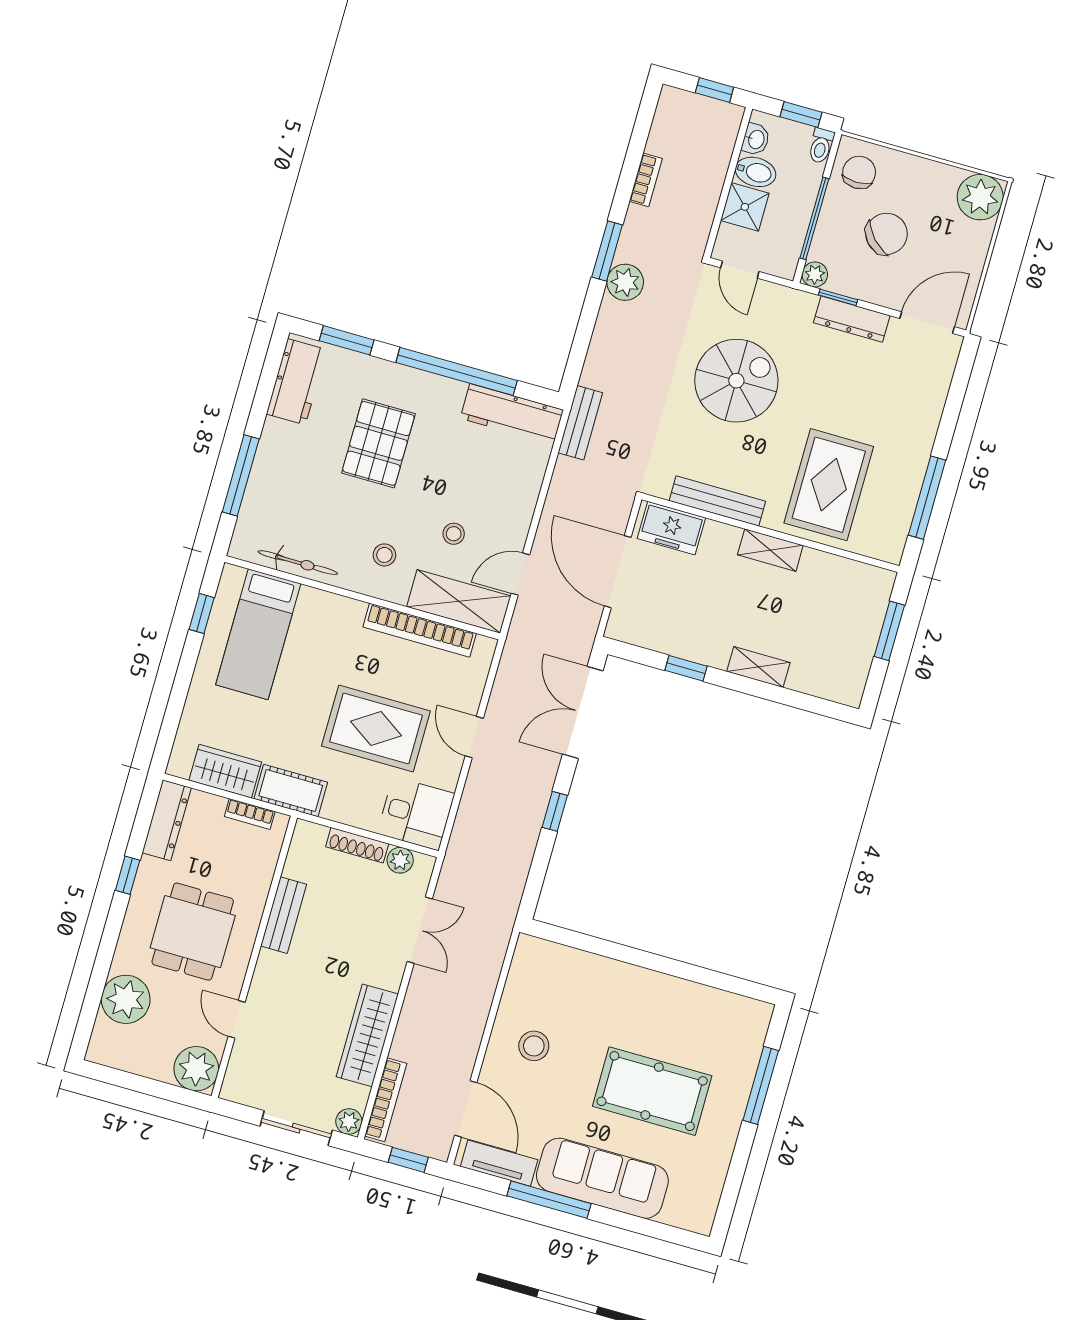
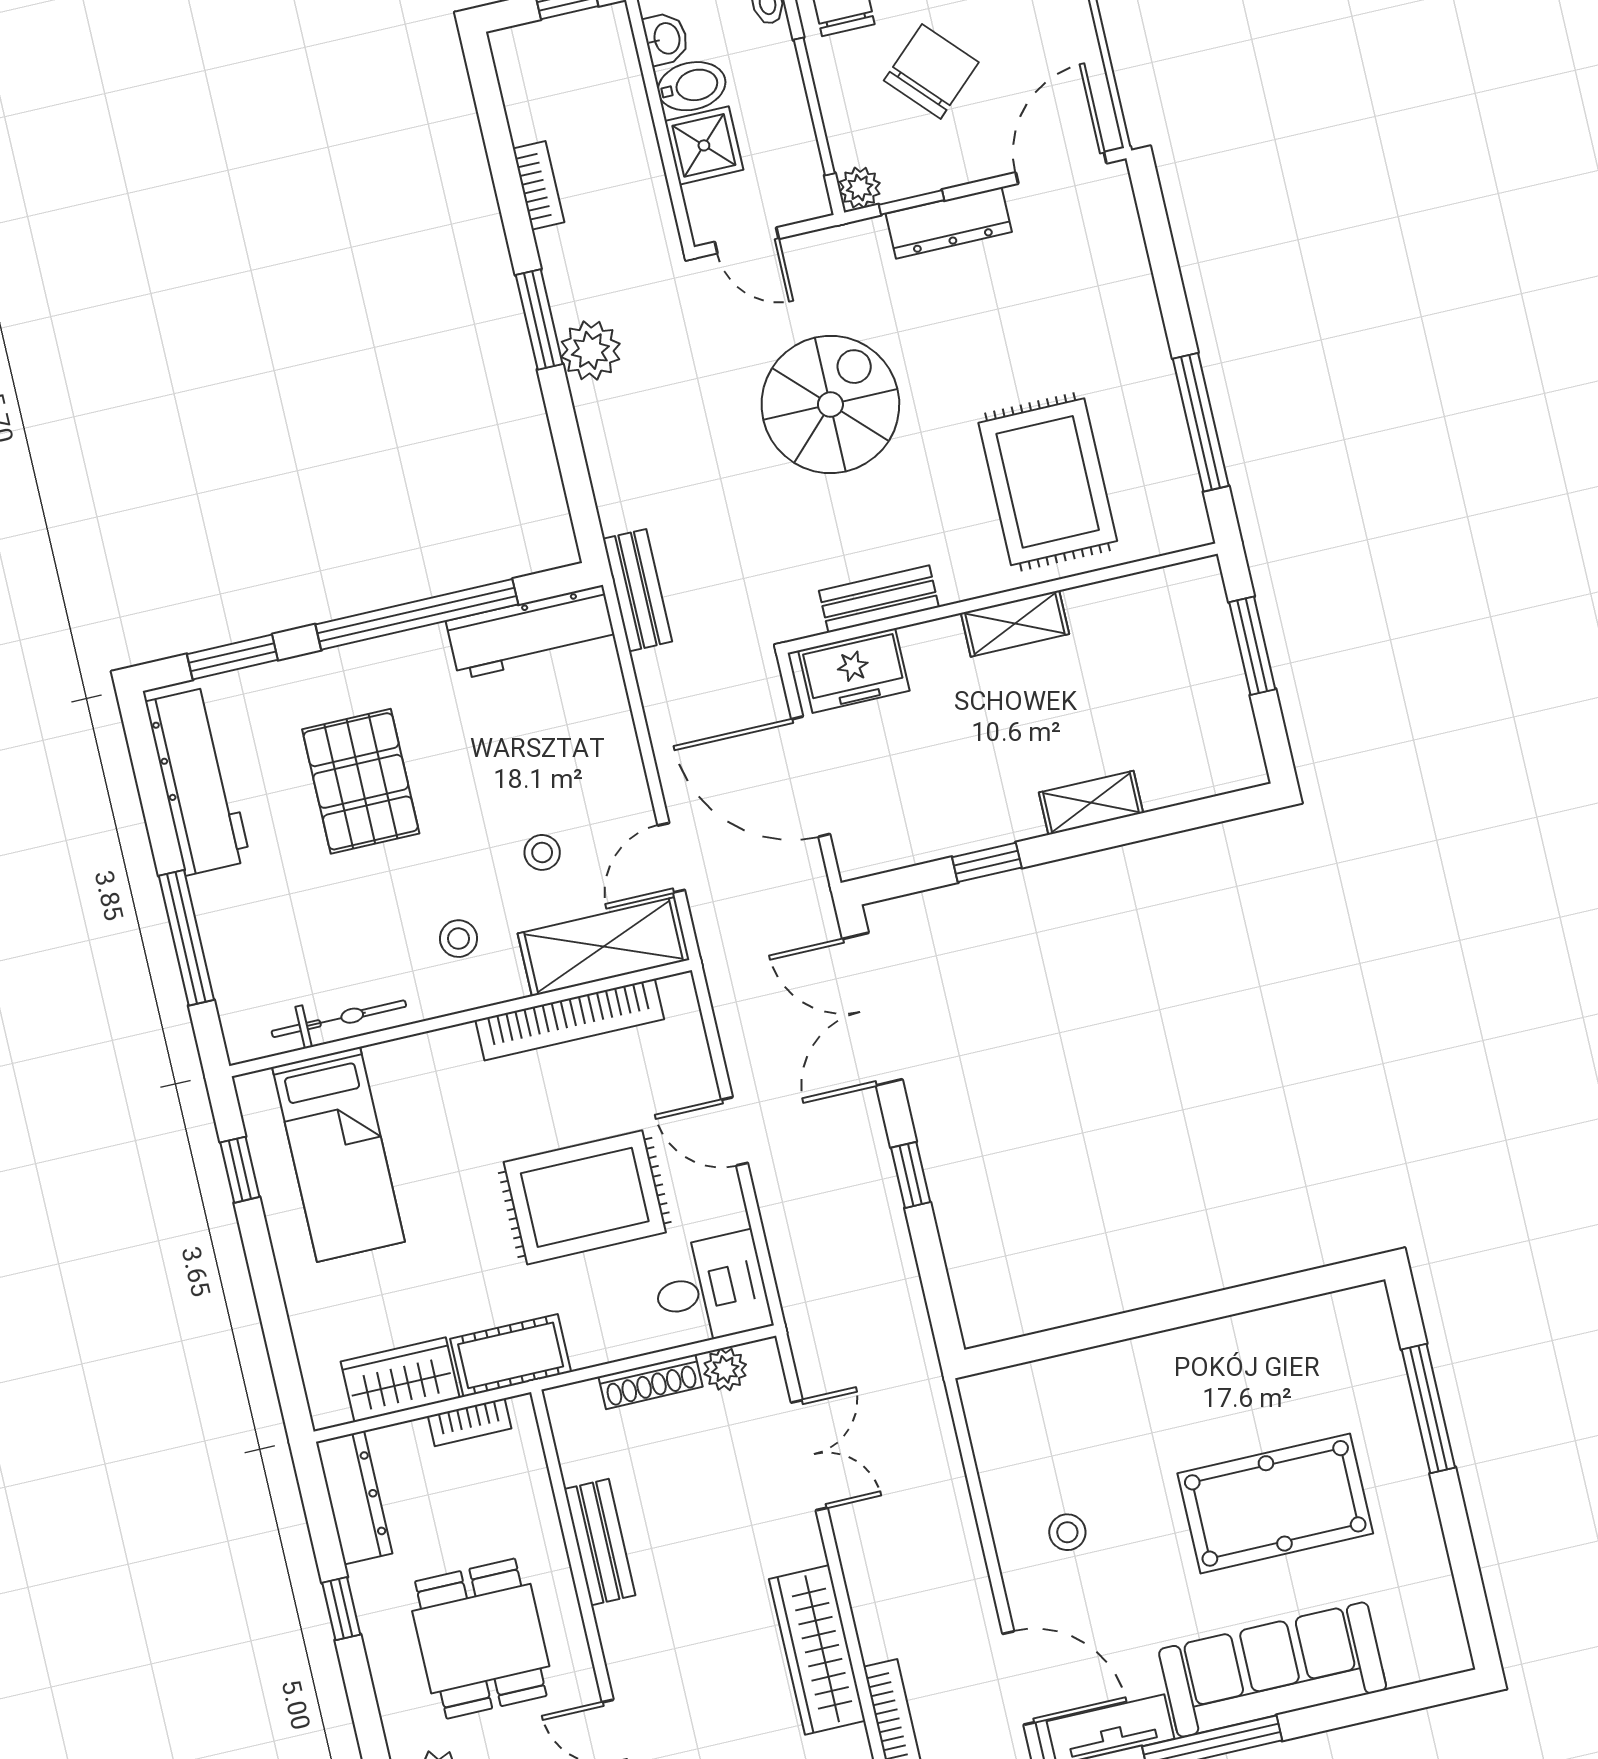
workbench: (296, 382) -> (198, 781), width x1.38
bench: (717, 501) -> (879, 599), width x0.73
stool: (534, 1046) -> (1067, 1532), width x0.73, depth x0.73

